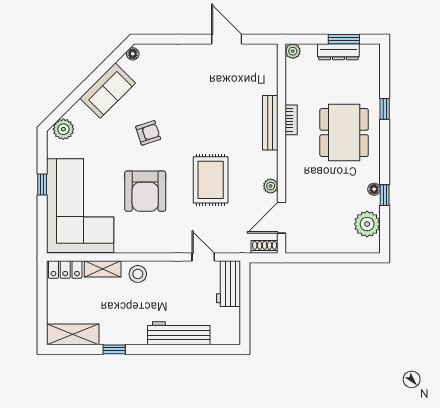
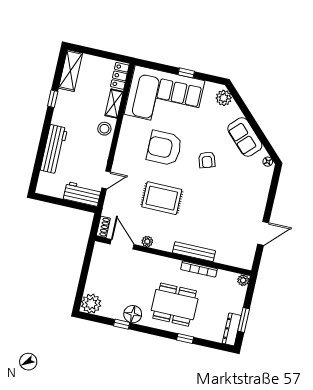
dresser: (338, 52) -> (232, 329), moved
bookcase: (291, 120) -> (199, 269), width x1.56
floor lamp: (374, 189) -> (133, 314), width x1.89, depth x1.89
plant: (367, 224) -> (91, 304), moved

